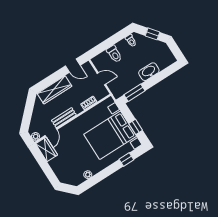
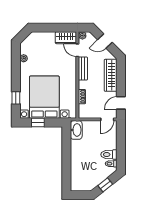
toilet: (114, 54) -> (109, 155), moved
washbasin: (149, 72) -> (76, 130), moved
door: (101, 79) -> (107, 119), moved
window: (135, 93) -> (66, 139), removed
door: (28, 114) -> (105, 41), added

